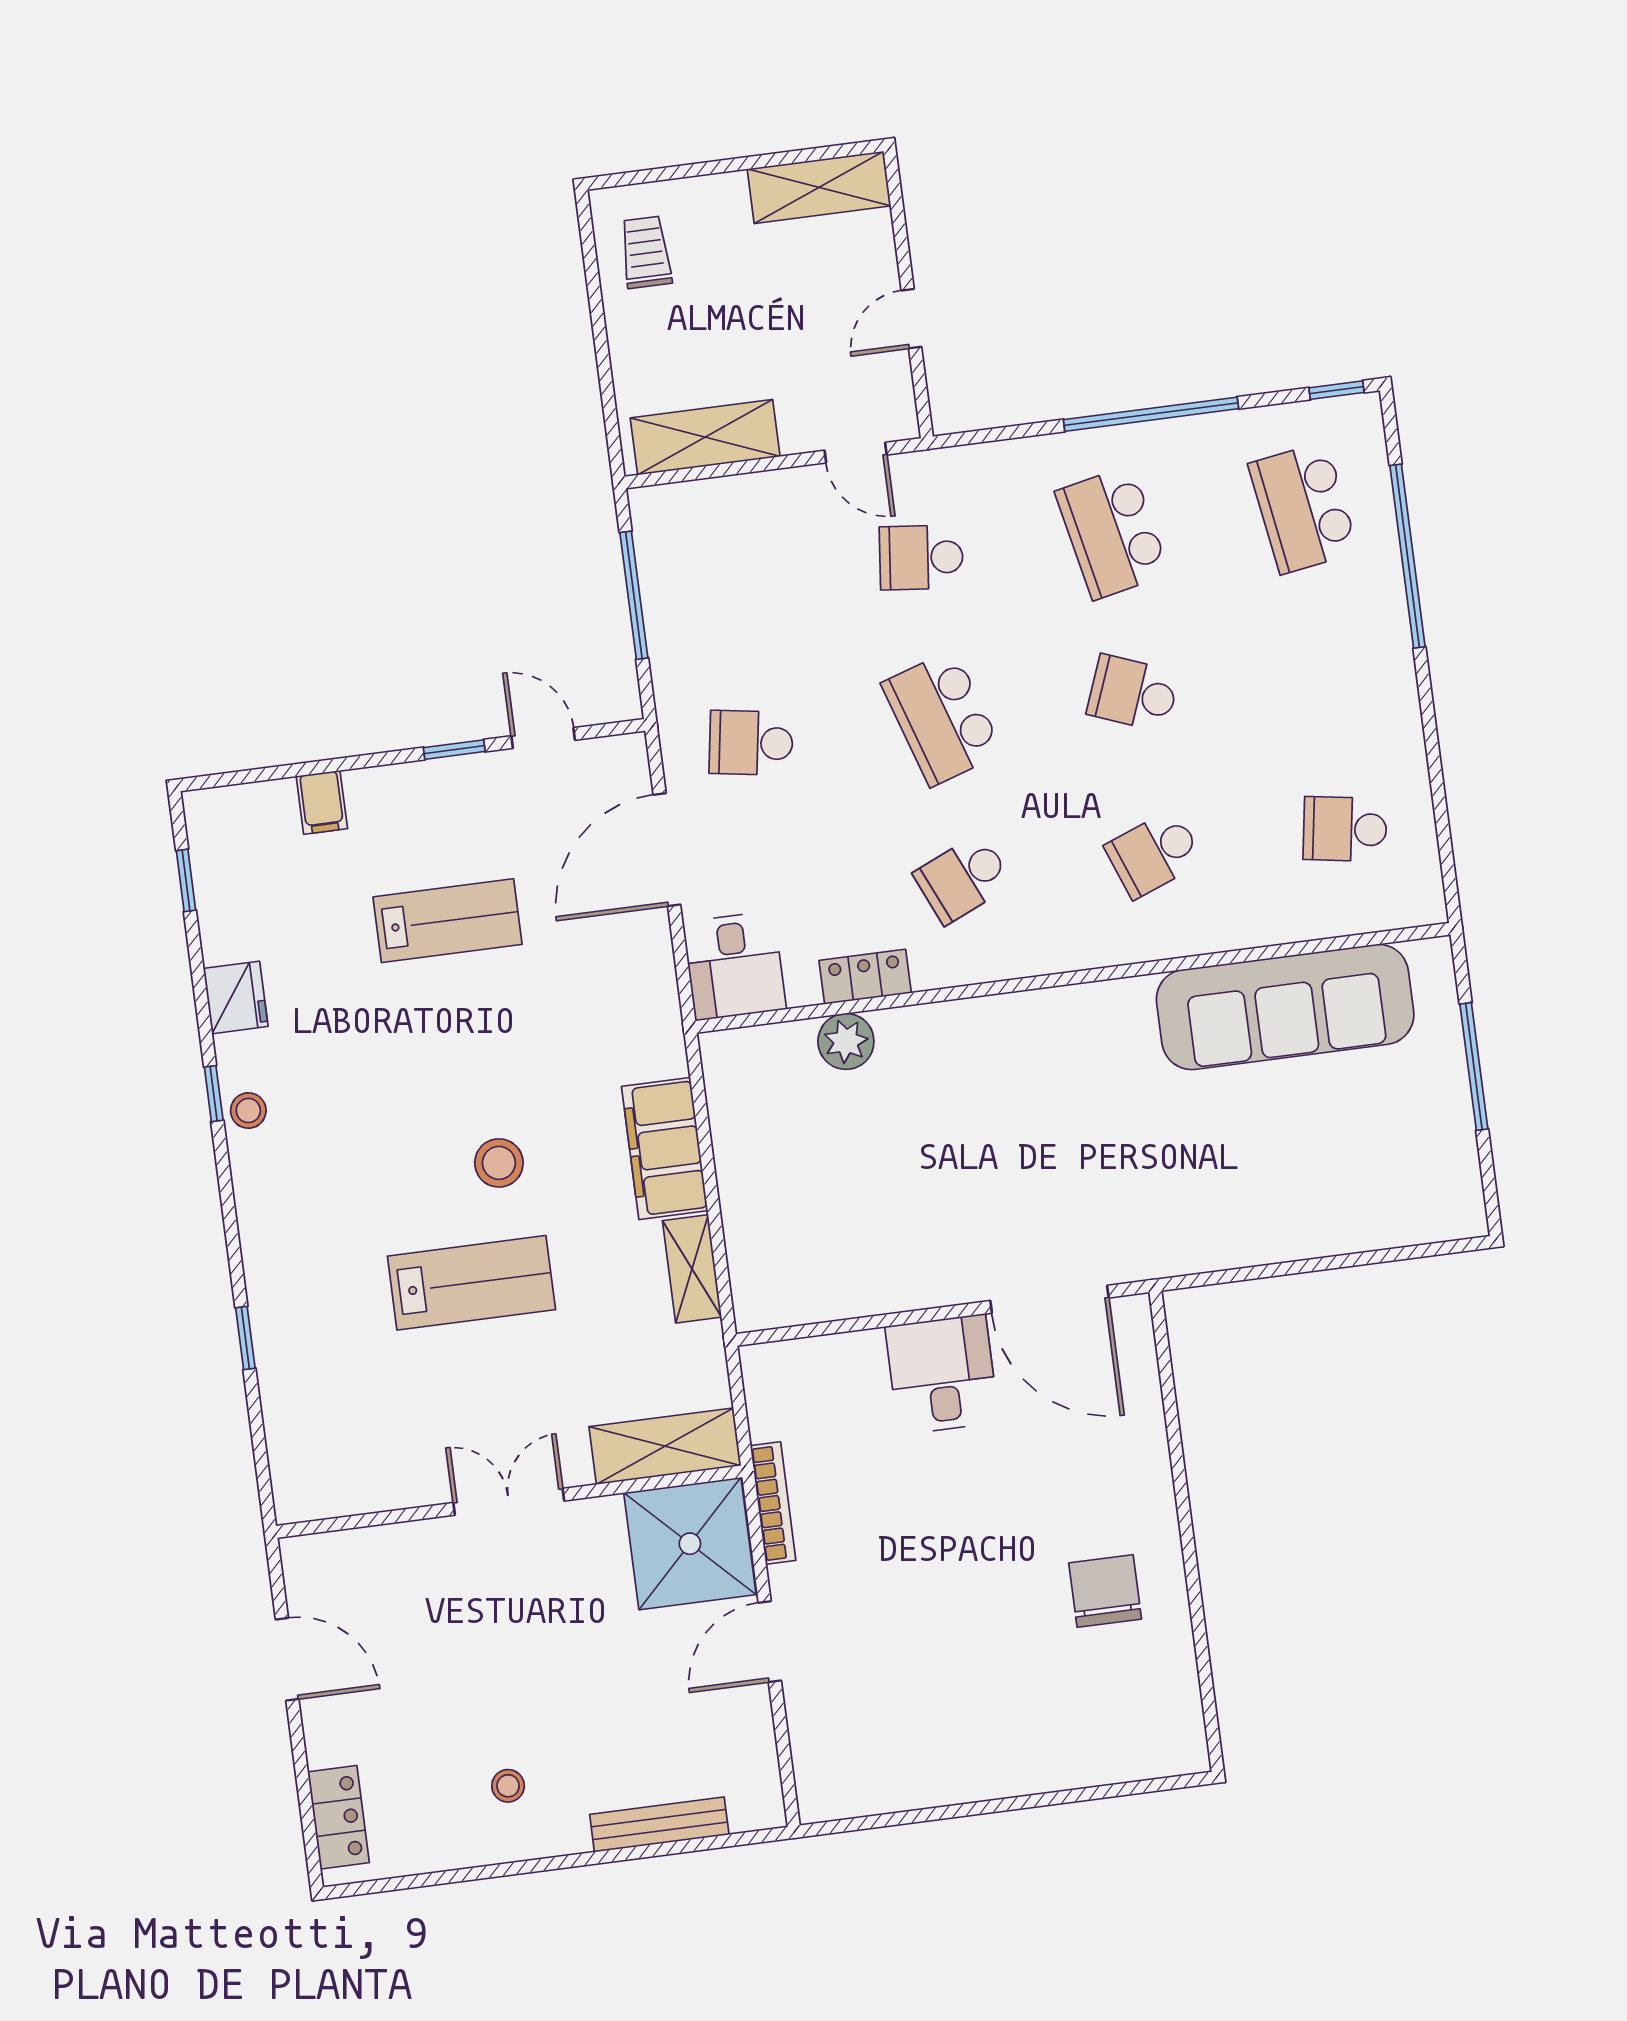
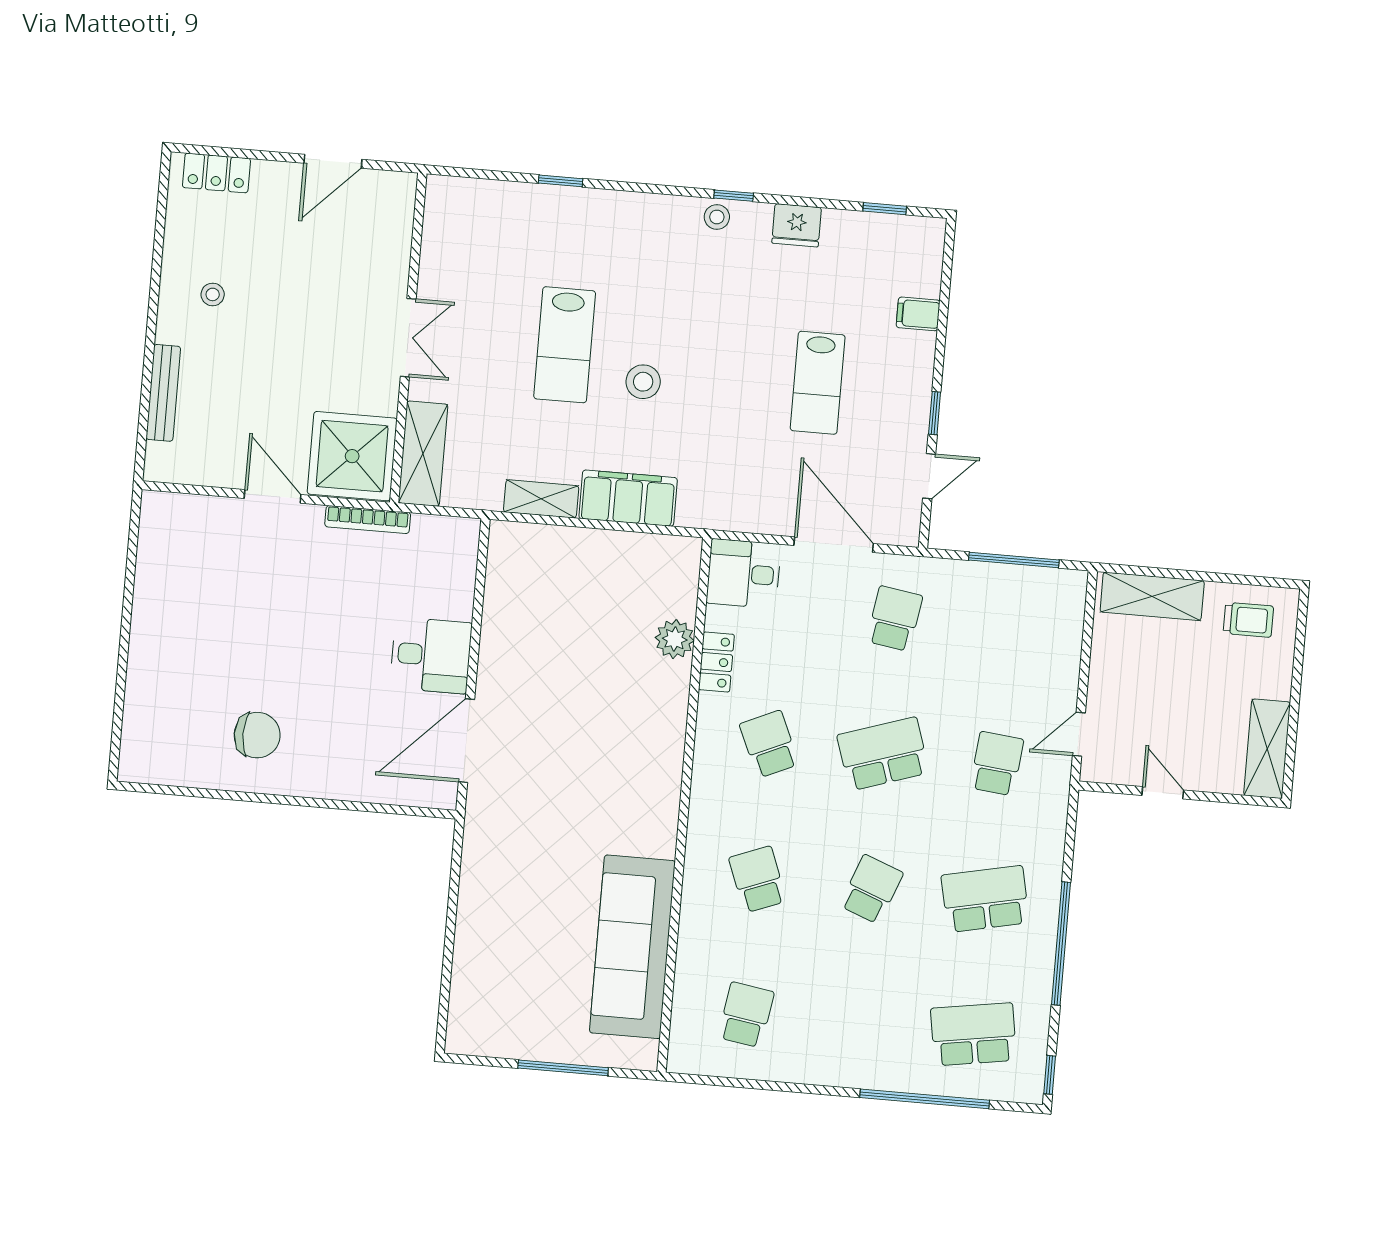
shelving: (705, 437) -> (1152, 596), moved, turned 90

